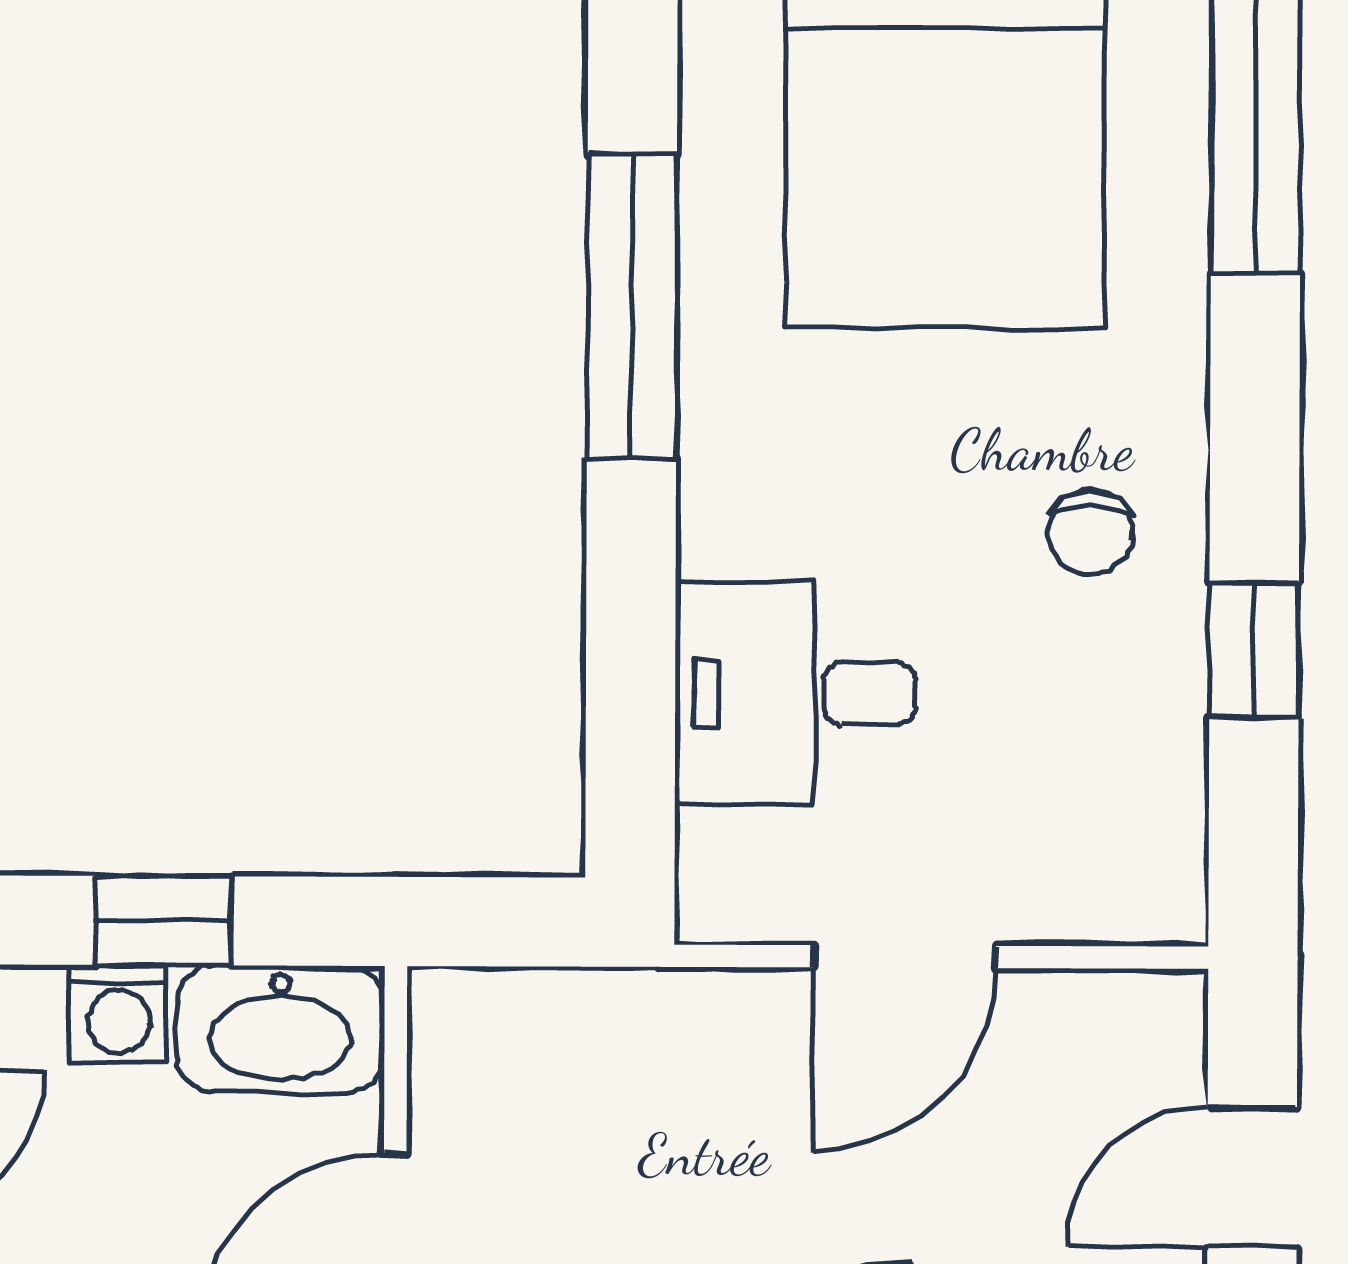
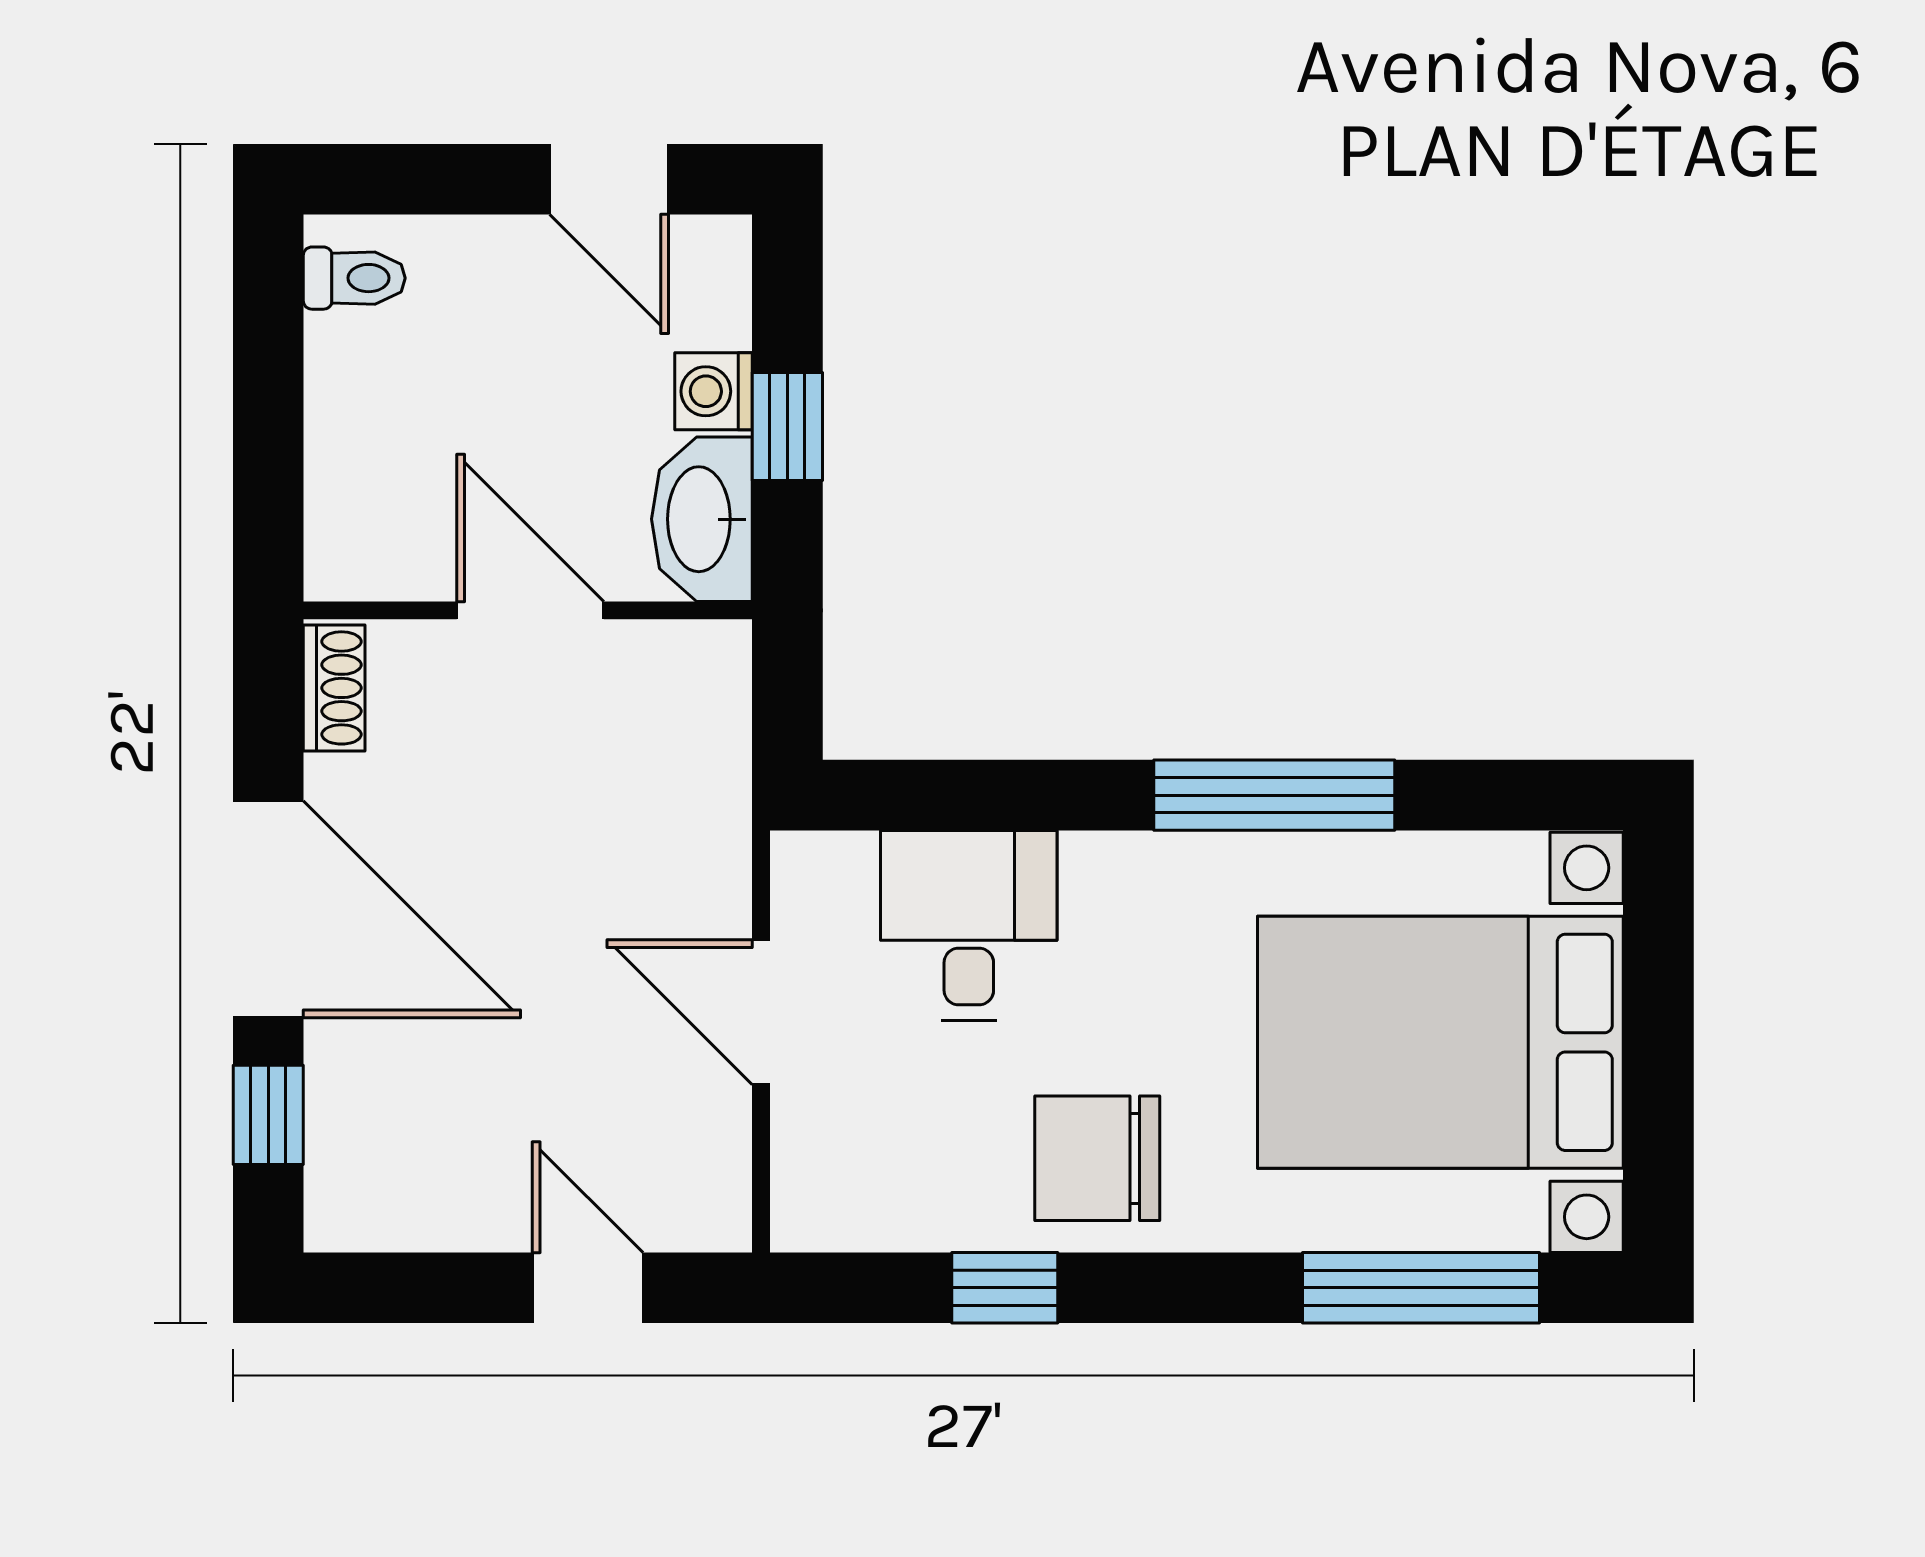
chair: (1090, 532) -> (1097, 1158), width x1.87, depth x1.87

